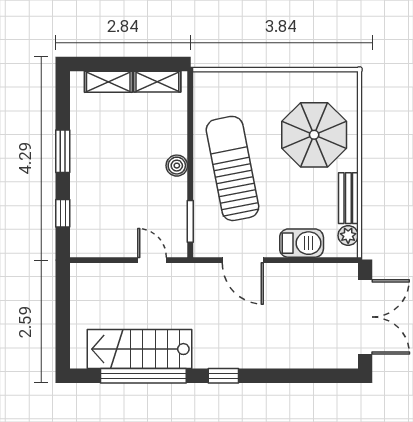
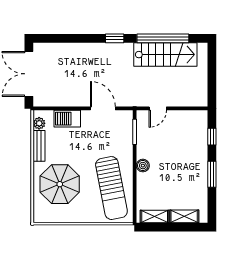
sun lounger: (232, 168) -> (111, 188), moved
door: (152, 260) -> (158, 108), hinge flipped

